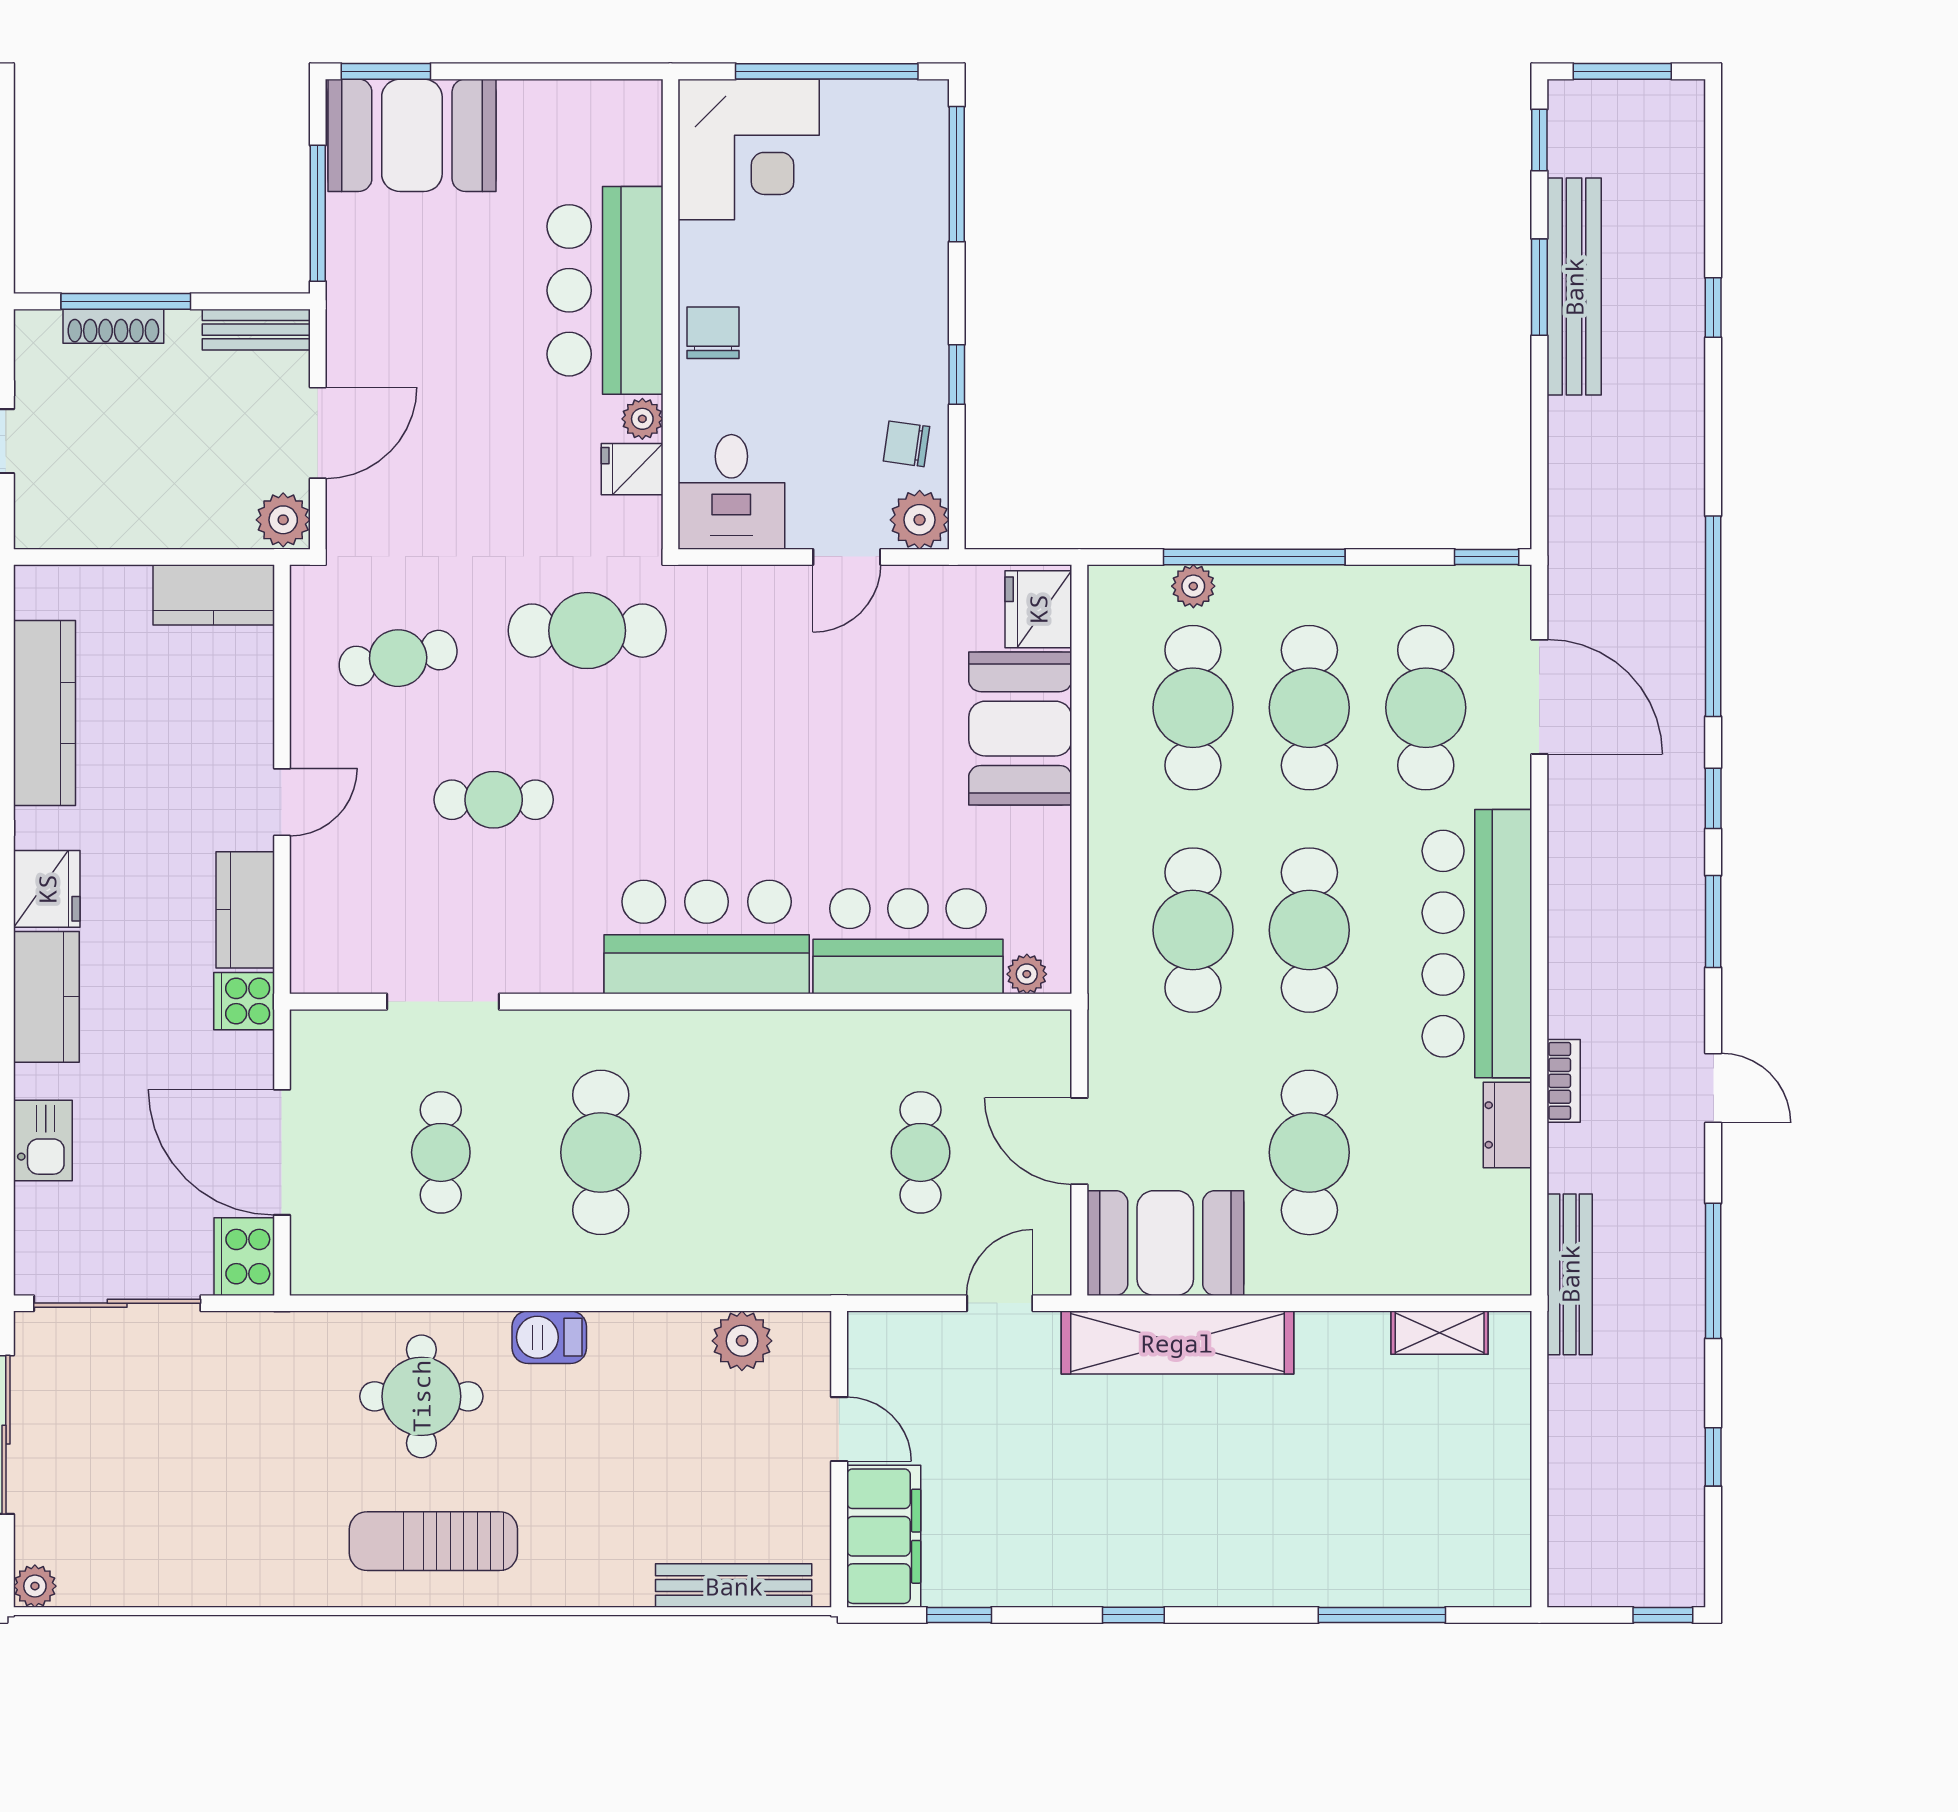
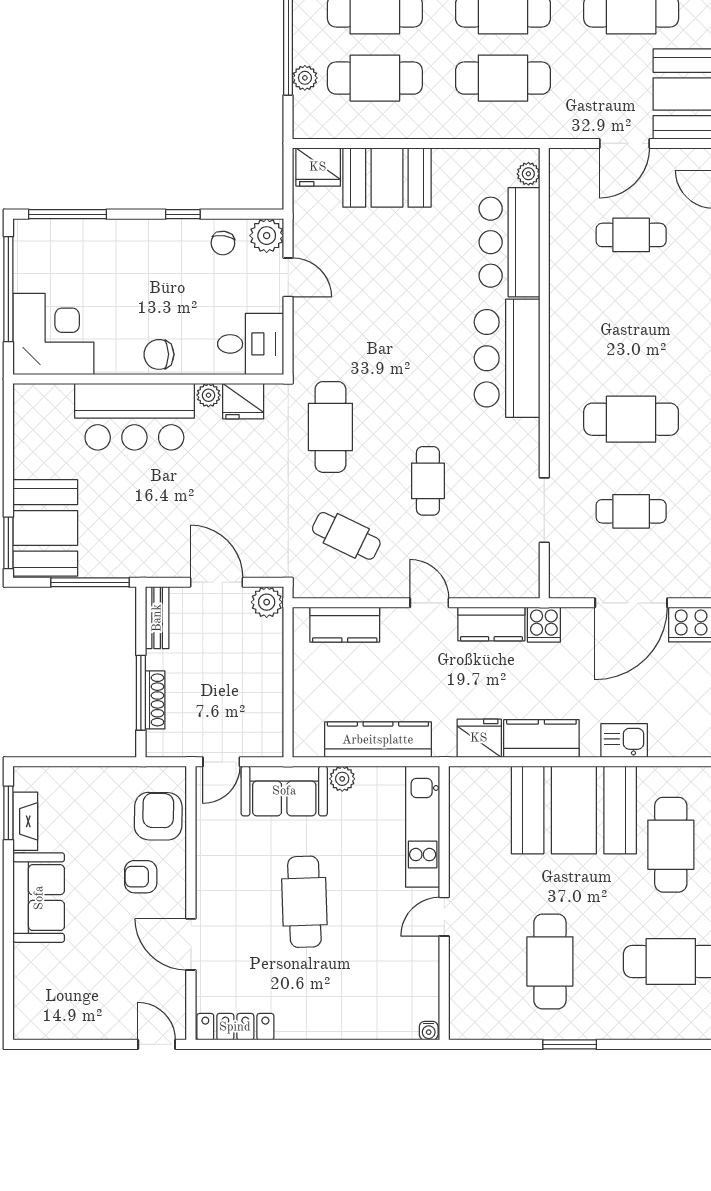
fridge: (632, 469) -> (243, 401), width x1.38
kitchen counter: (214, 595) -> (345, 625), moved, turned 90
cafe table: (398, 658) -> (346, 536), turned -53

